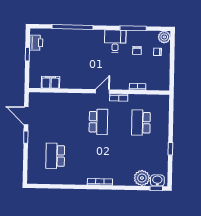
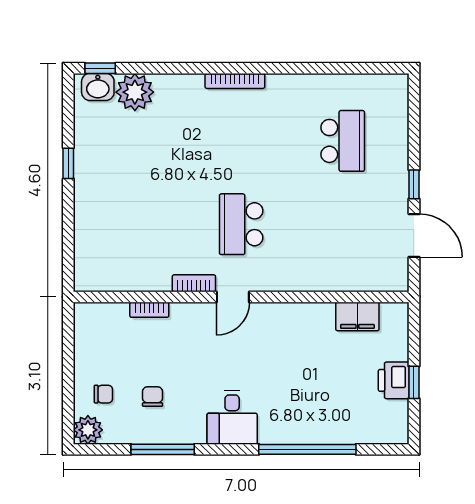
desk: (115, 41) -> (232, 417), moved
printer: (36, 43) -> (394, 380), moved
school desk: (141, 123) -> (140, 224), removed

